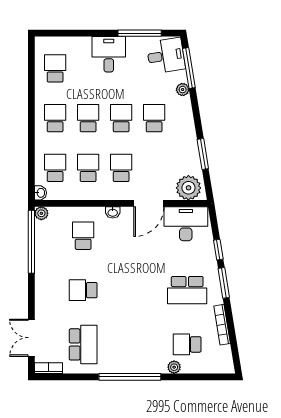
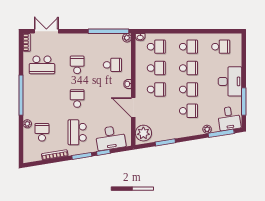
desk: (109, 54) -> (230, 81), width x1.37
desk: (186, 224) -> (110, 138), moved, turned 81
school desk: (135, 290) -> (77, 99), added

